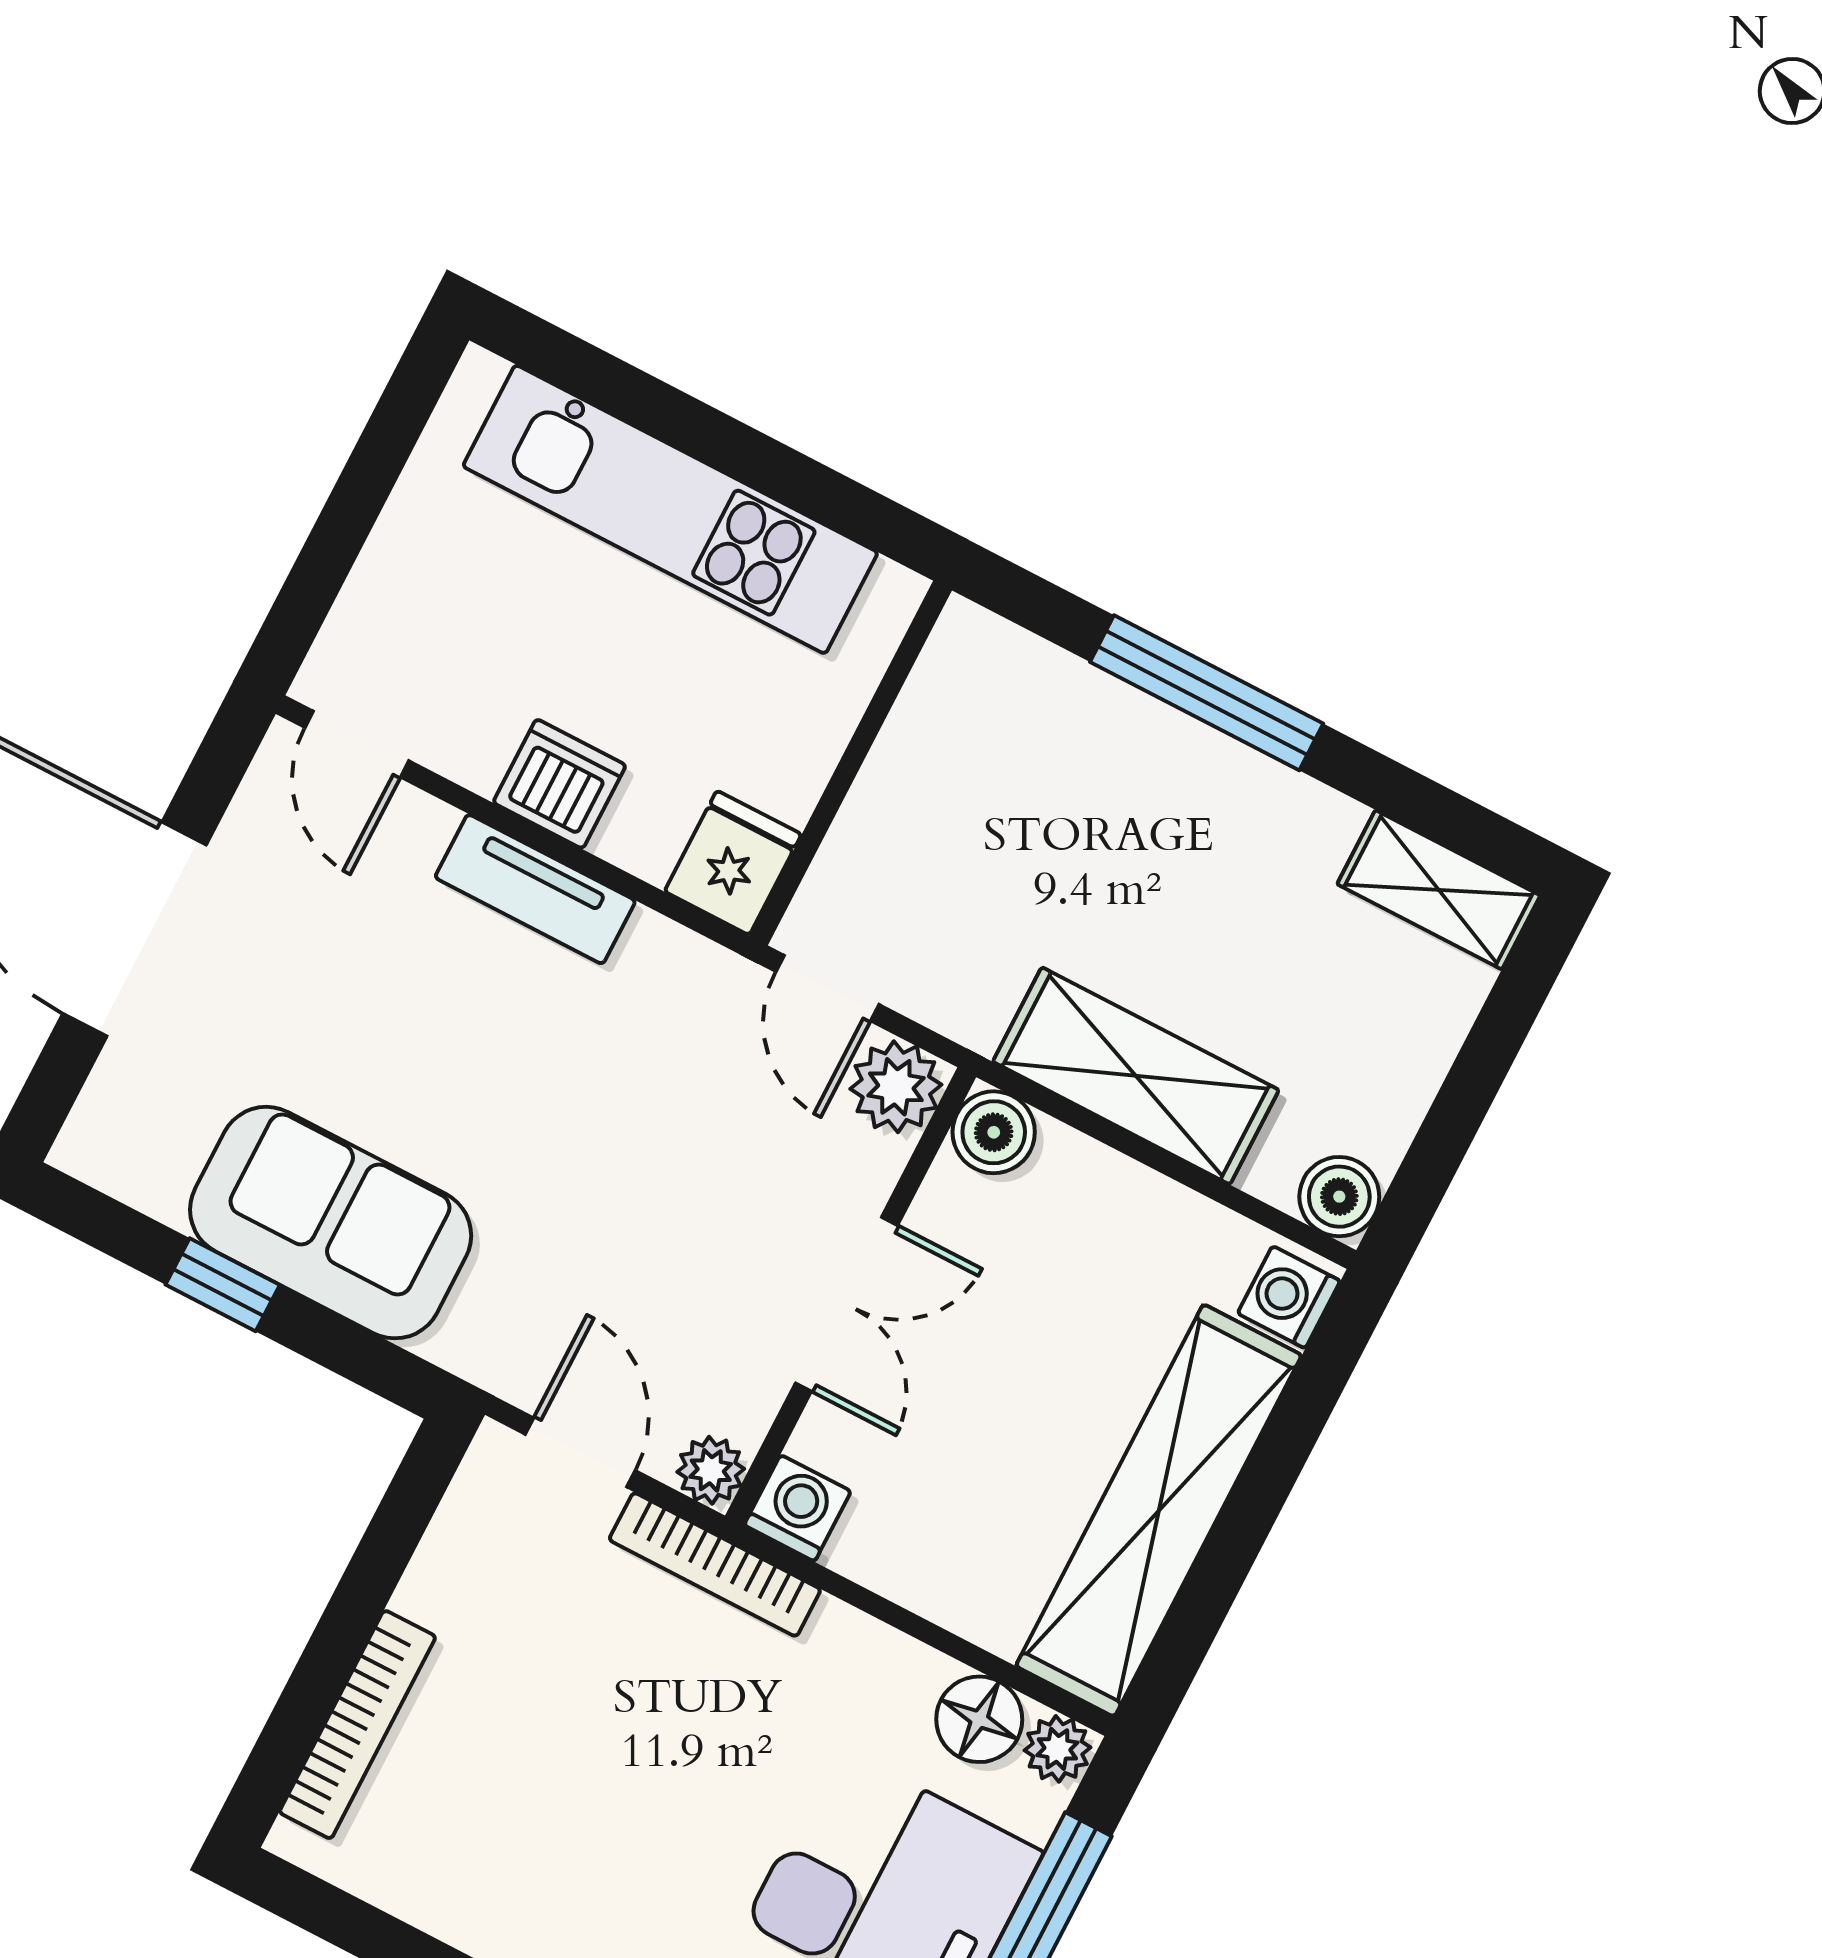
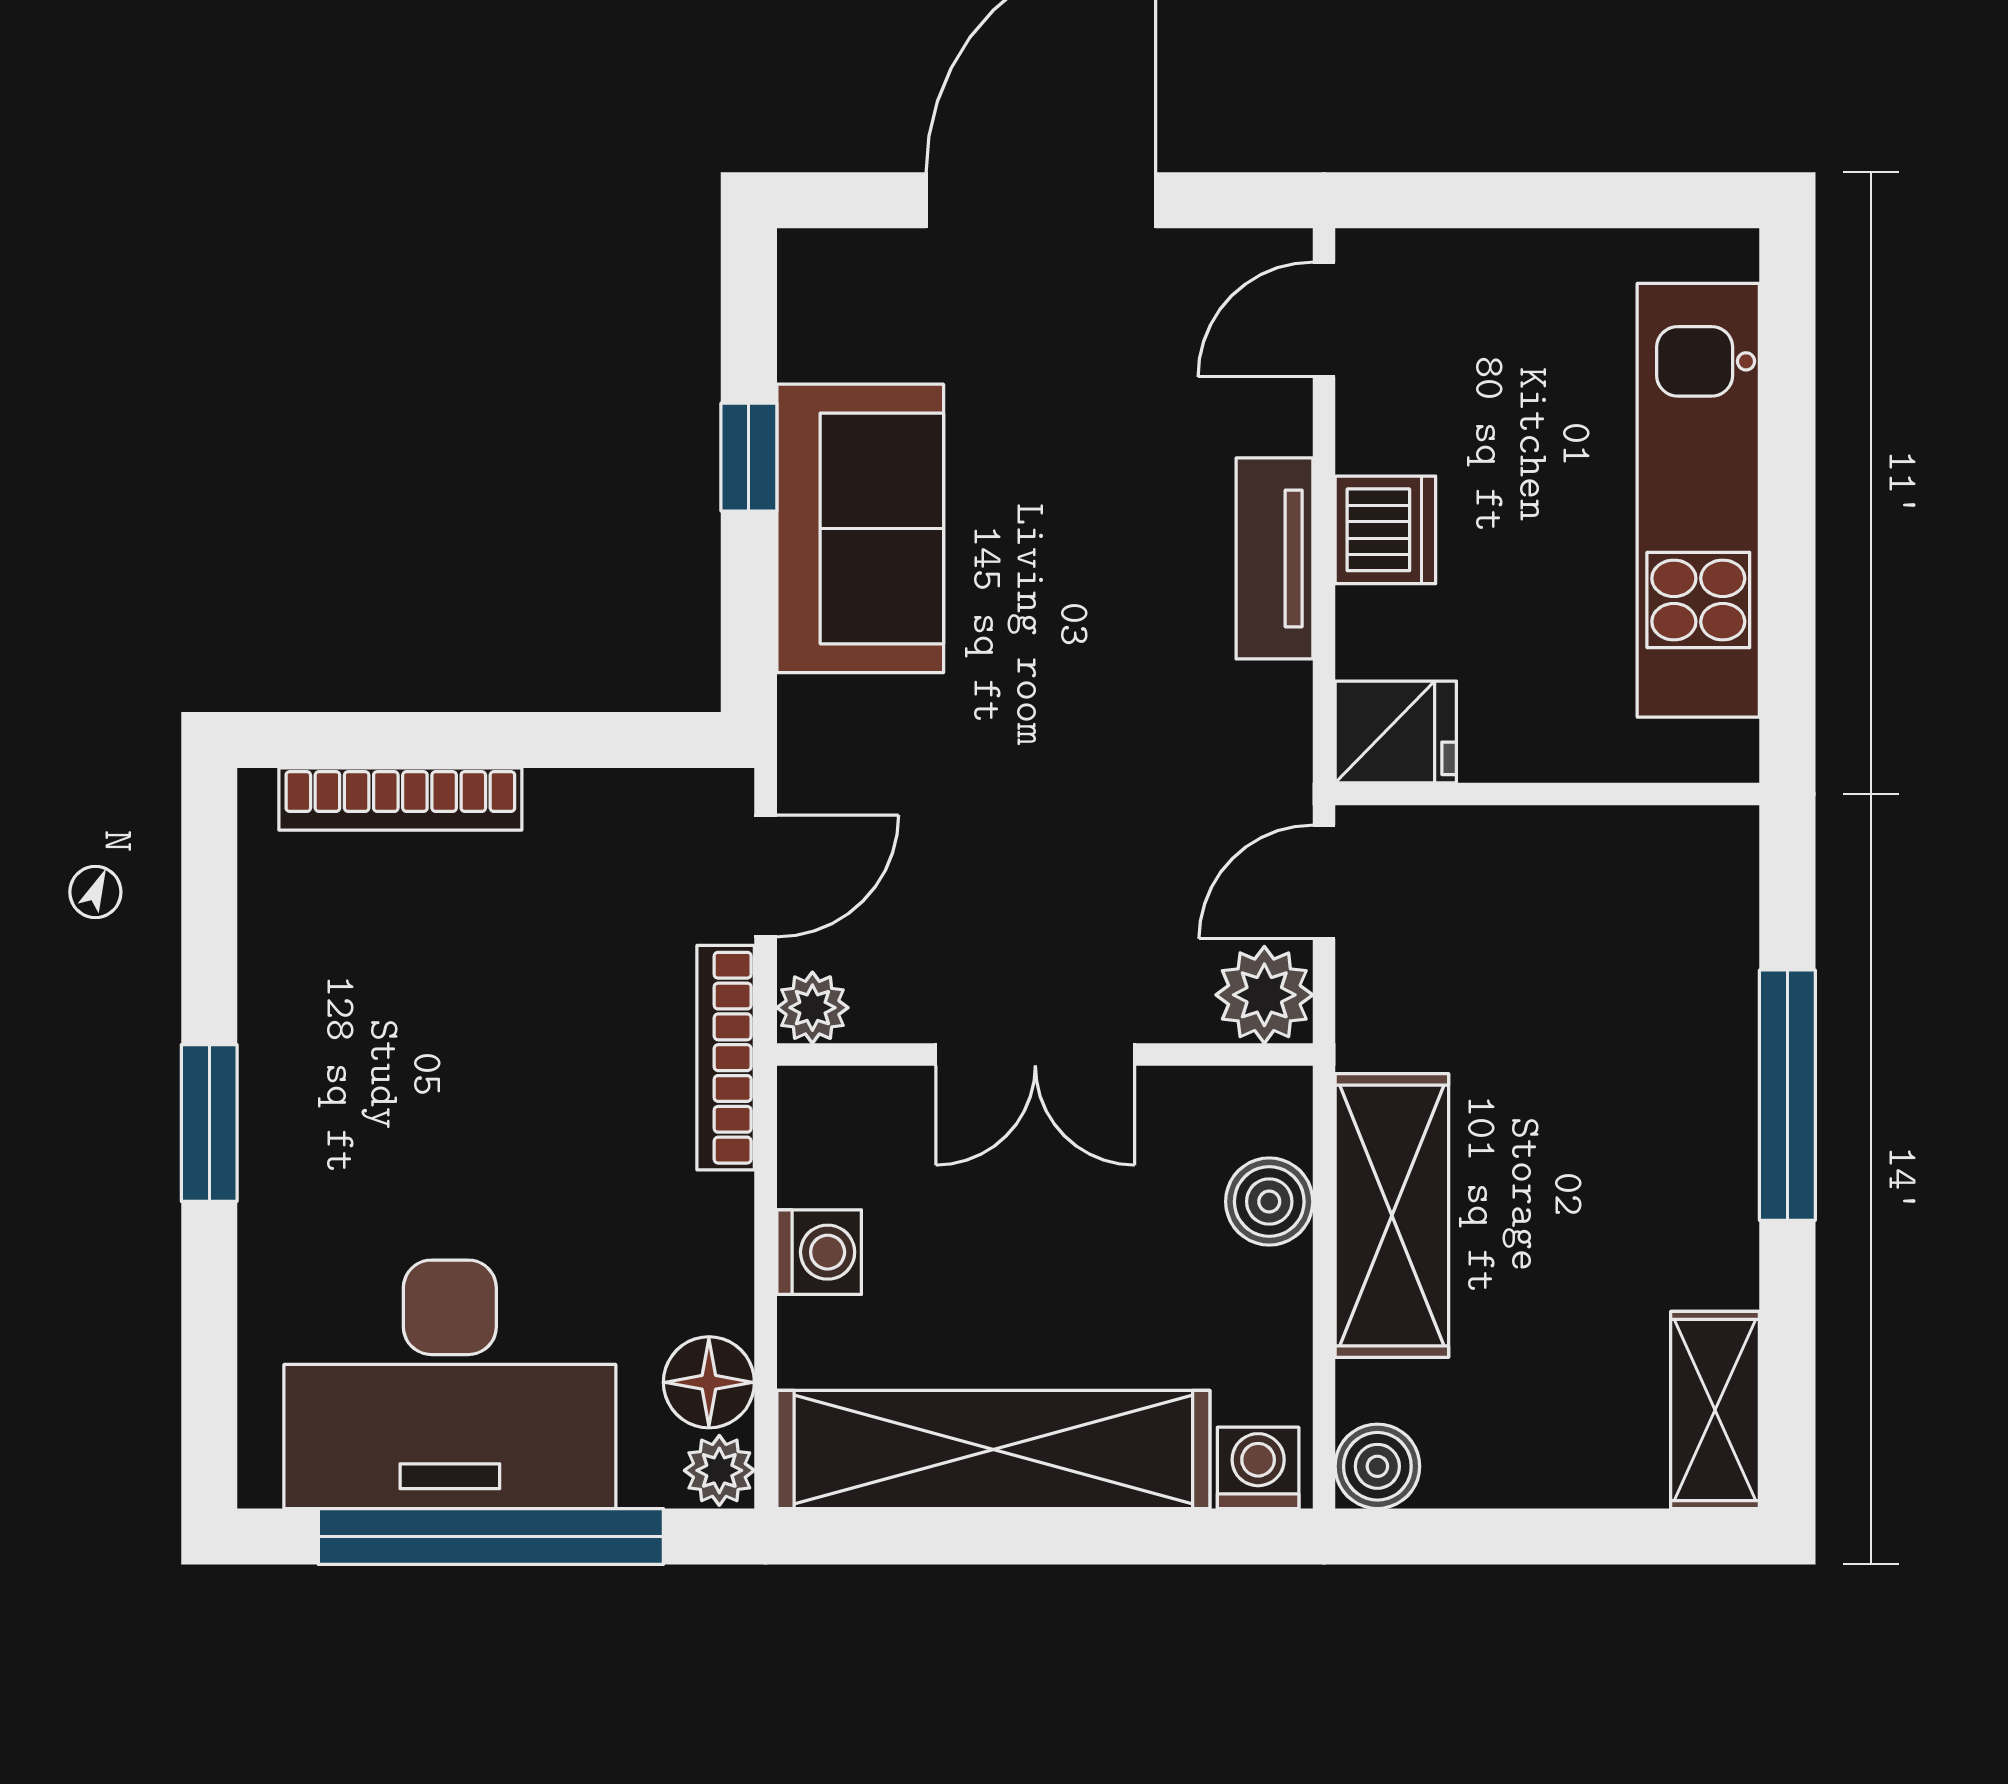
boiler: (994, 1132) -> (1269, 1202), moved
washing machine: (798, 1508) -> (819, 1252), moved

